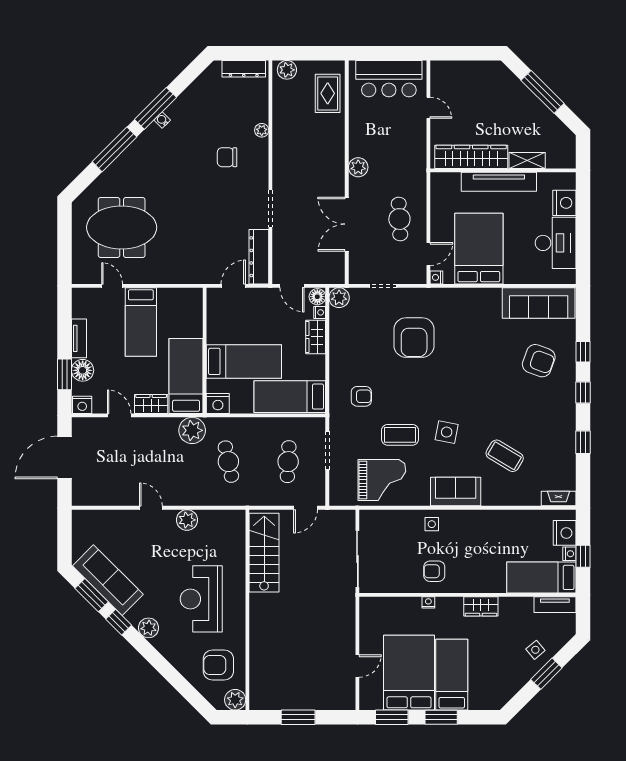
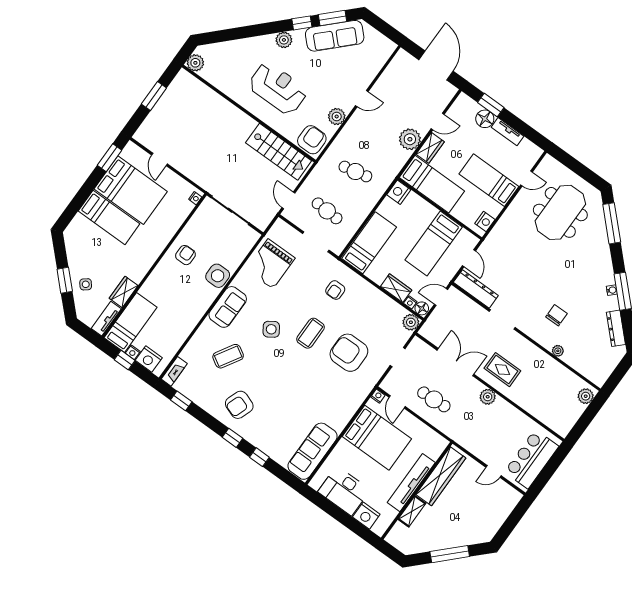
dresser: (244, 69) -> (616, 328), moved, turned -45
rug: (328, 93) -> (502, 370), moved
window: (115, 149) -> (612, 223), moved
bed: (244, 361) -> (434, 243), moved
armchair: (539, 361) -> (239, 405), moved
nightstand: (82, 405) -> (485, 221), moved, turned 180
plant: (192, 430) -> (410, 139), moved
side table: (447, 432) -> (271, 329), turned 45
coffee table: (400, 435) -> (311, 333), moved
window: (583, 442) -> (181, 401), moved
side table: (432, 524) -> (218, 276), width x1.87, depth x1.87
nightstand: (428, 602) -> (195, 198), moved
wardrobe: (481, 606) -> (124, 292), moved
armchair: (218, 665) -> (312, 140), moved
window: (441, 717) -> (86, 190), removed

